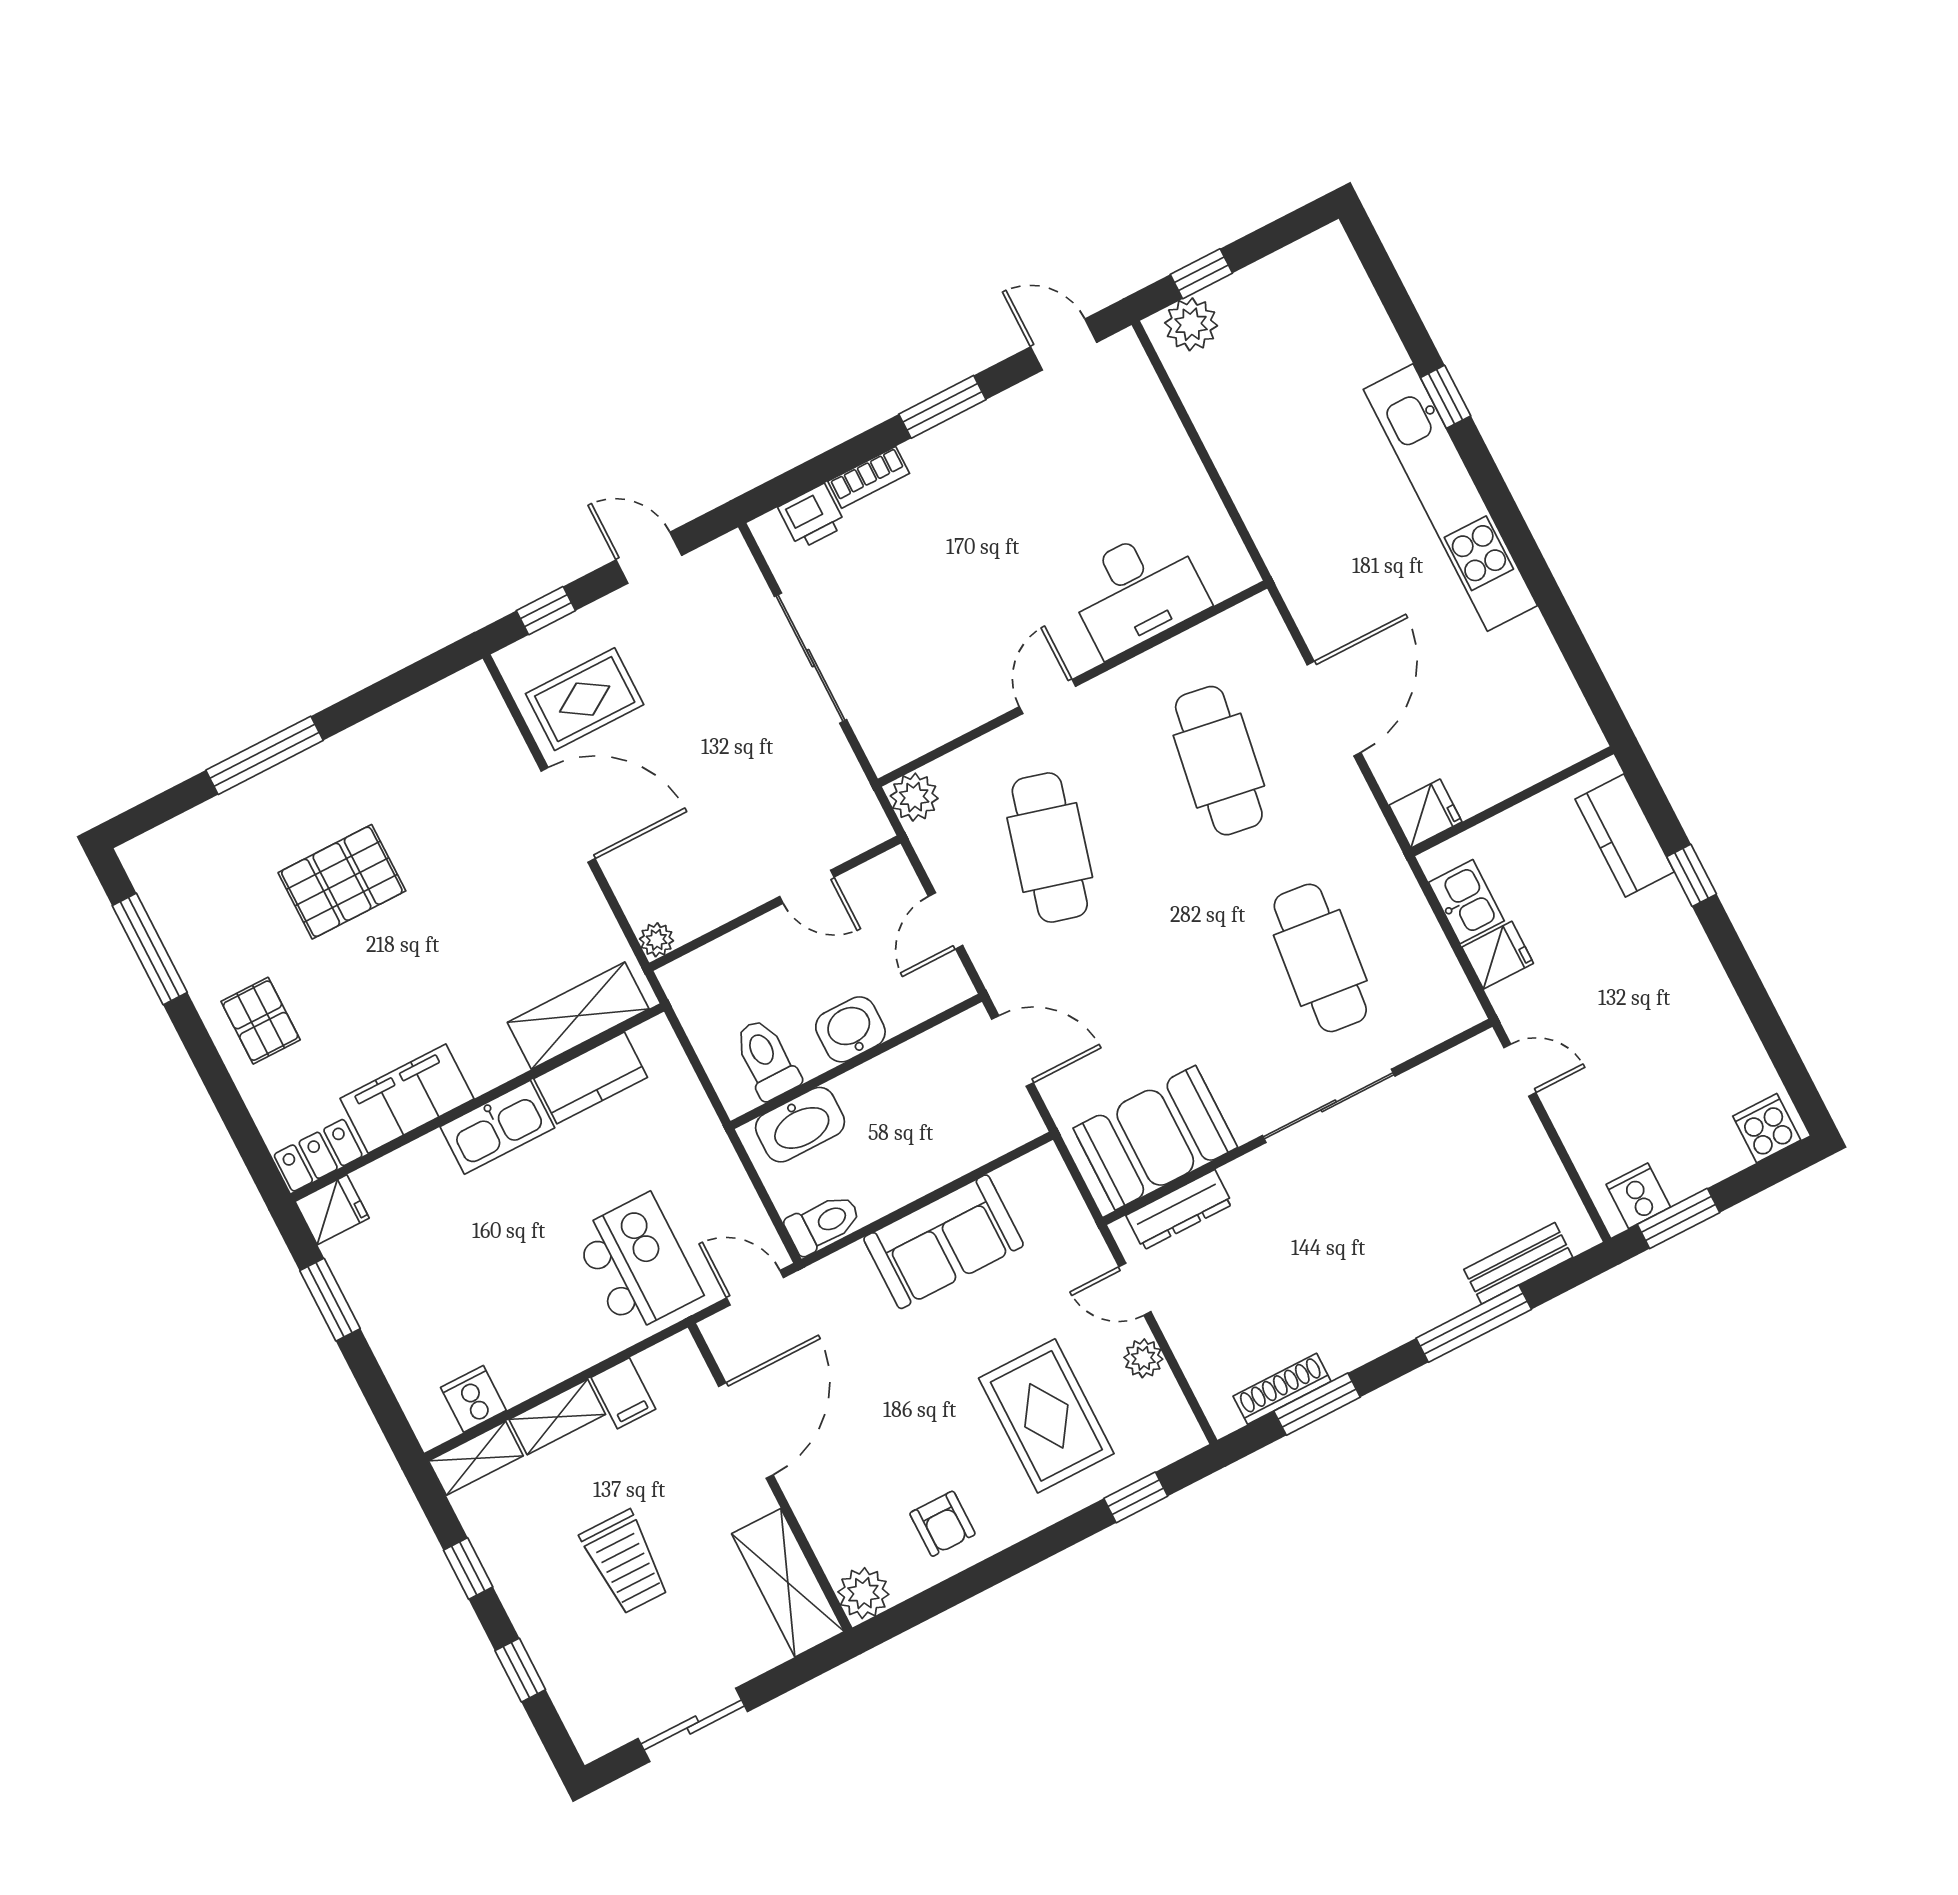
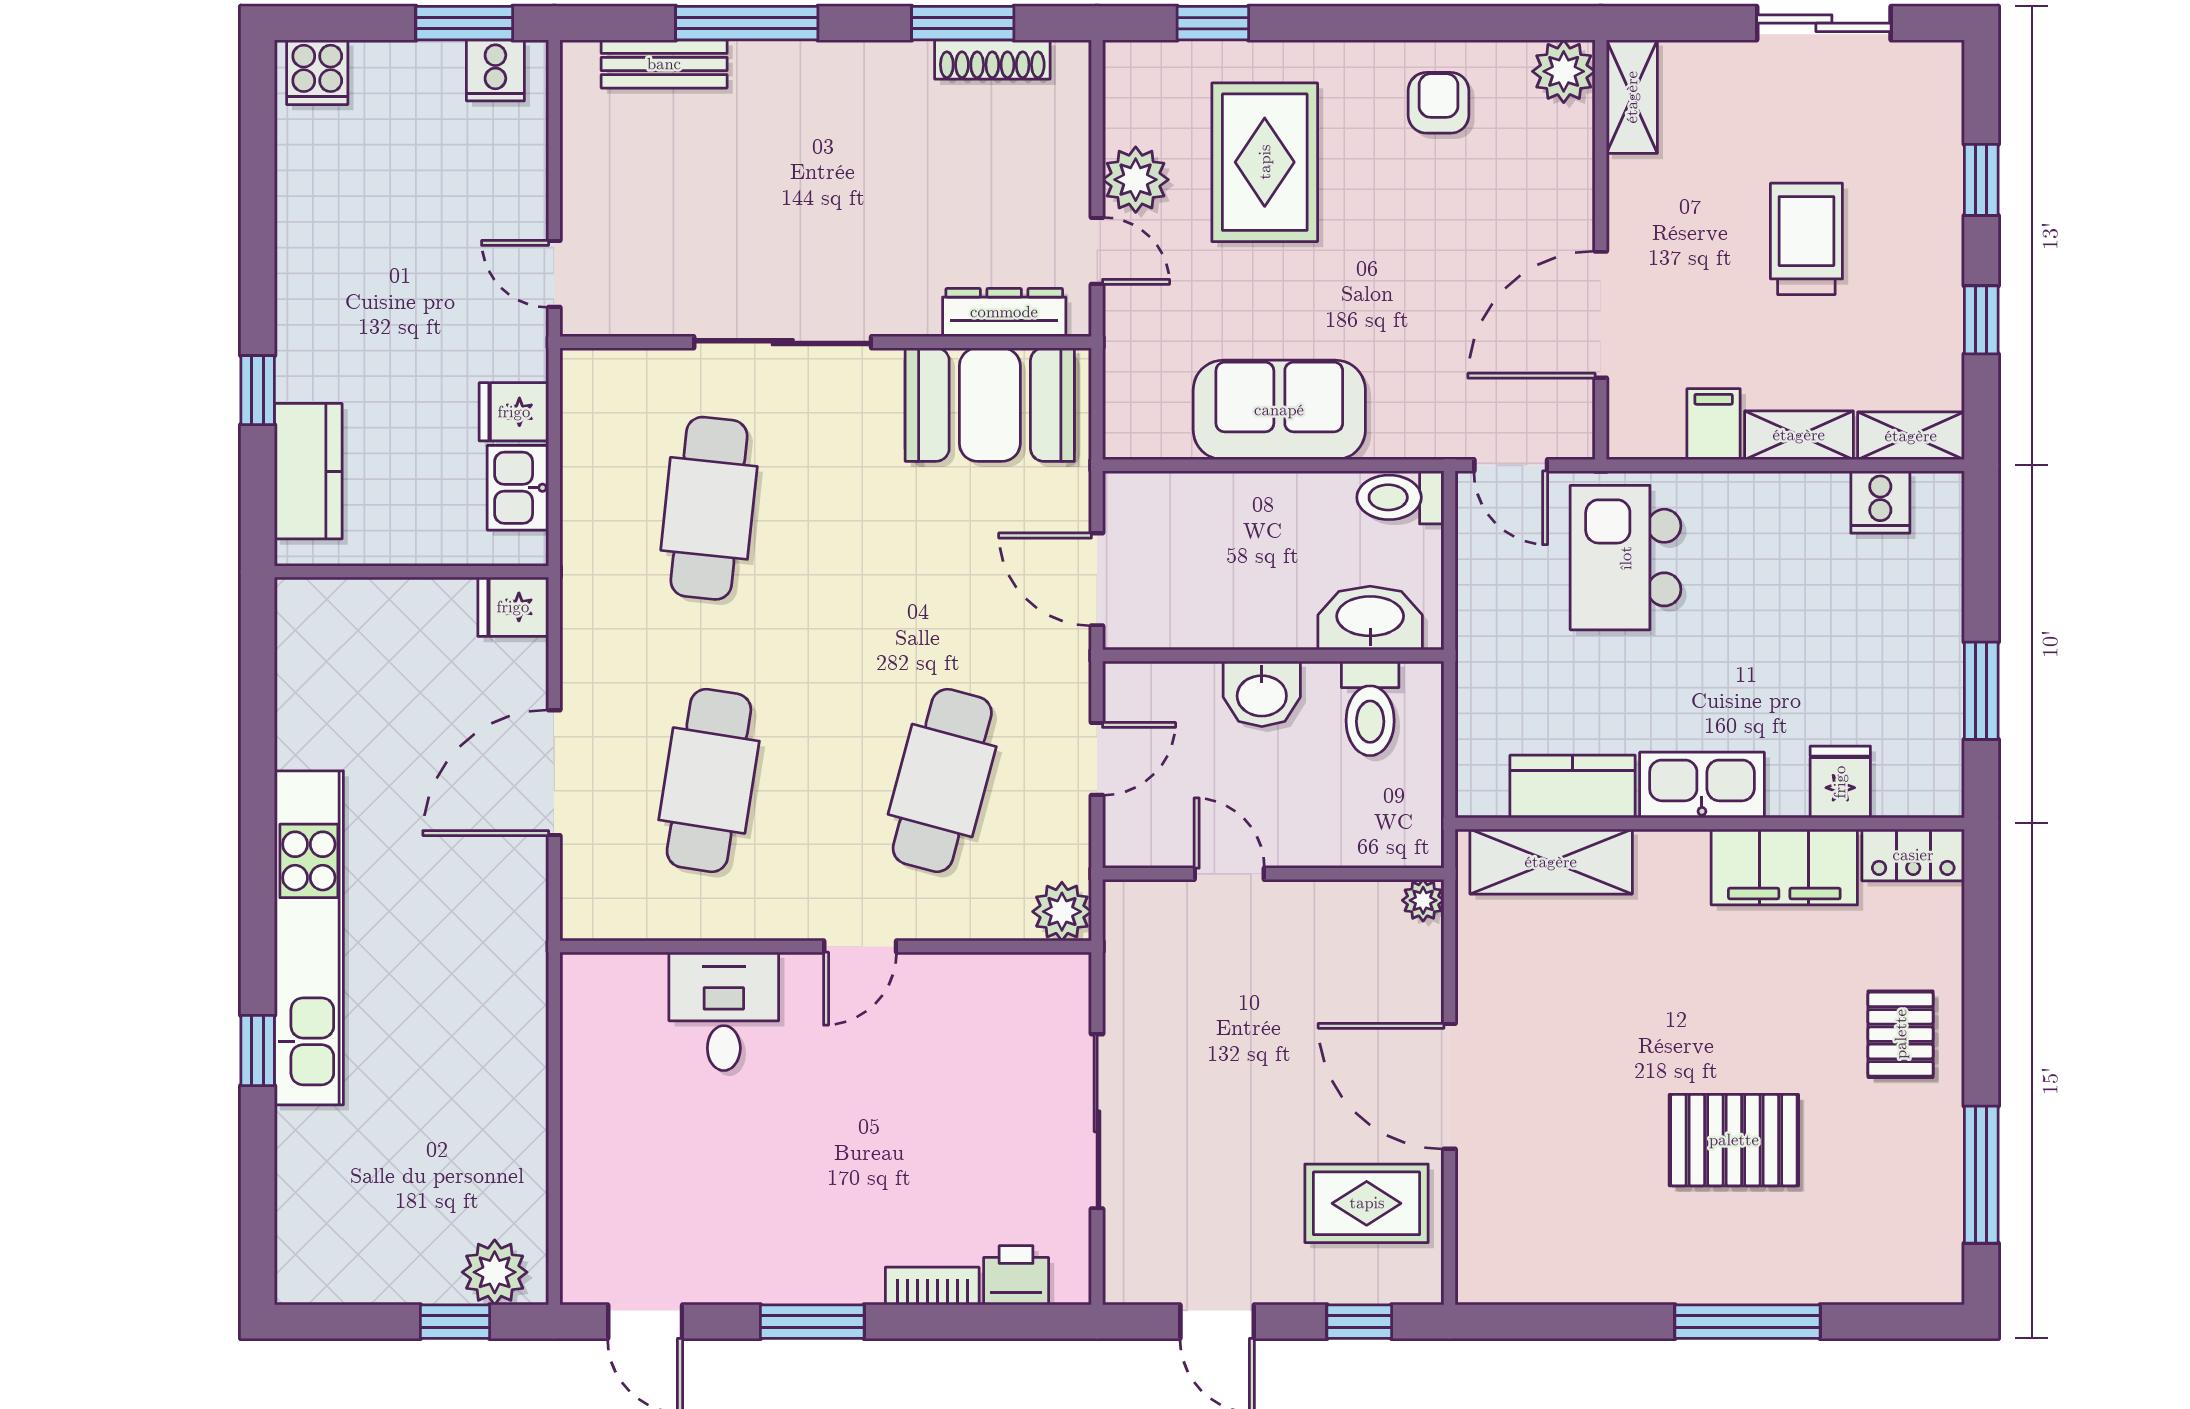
desk: (1137, 591) -> (724, 1011), width x0.73
fridge: (332, 1210) -> (1840, 782), moved, turned 90
plant: (1143, 1358) -> (1136, 180), width x1.38, depth x1.38
shelving: (788, 1583) -> (1632, 97), width x0.67, depth x0.75

